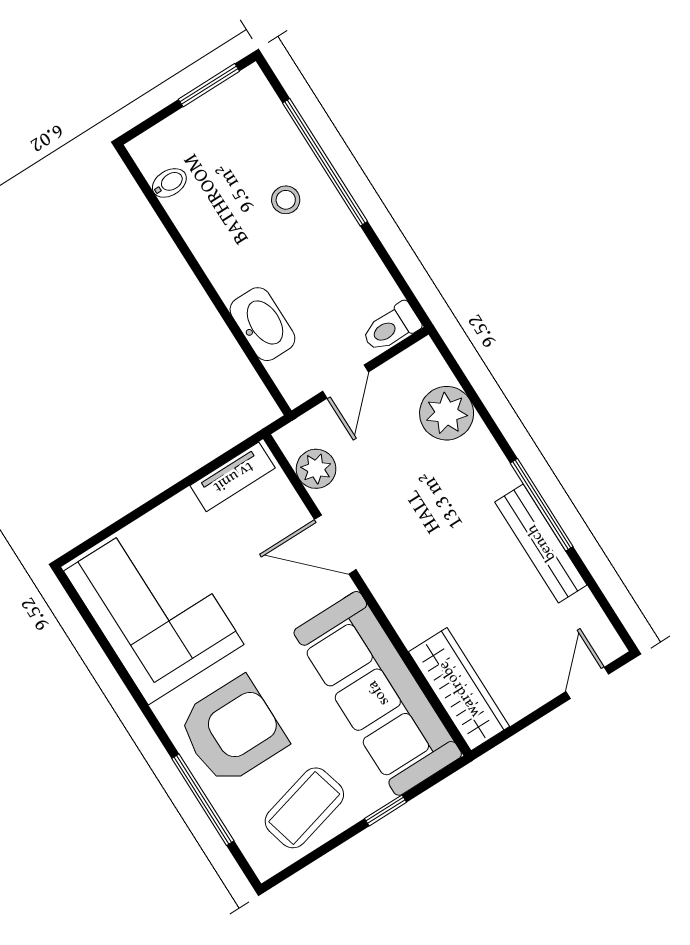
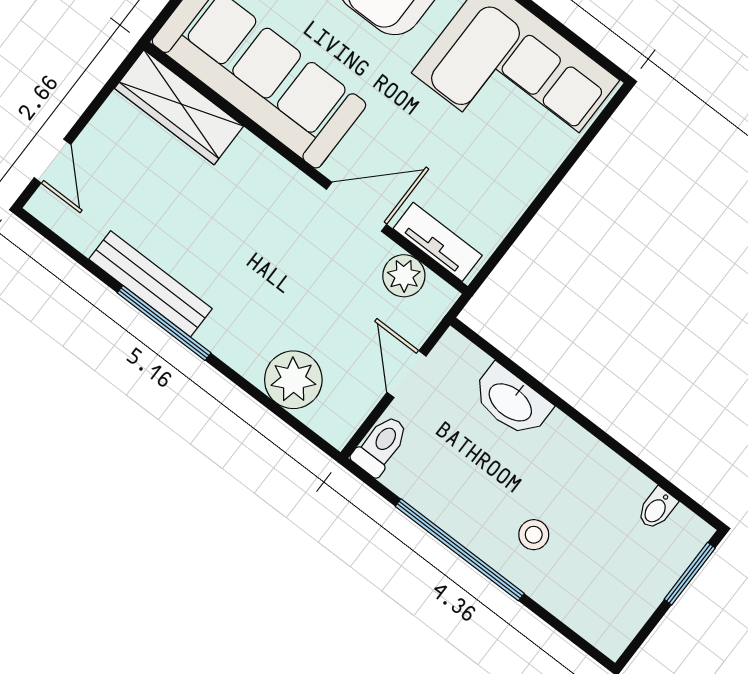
window: (209, 85) -> (690, 574), moved
window: (325, 162) -> (460, 550), moved
tv unit: (233, 477) -> (438, 242), moved, turned 90

